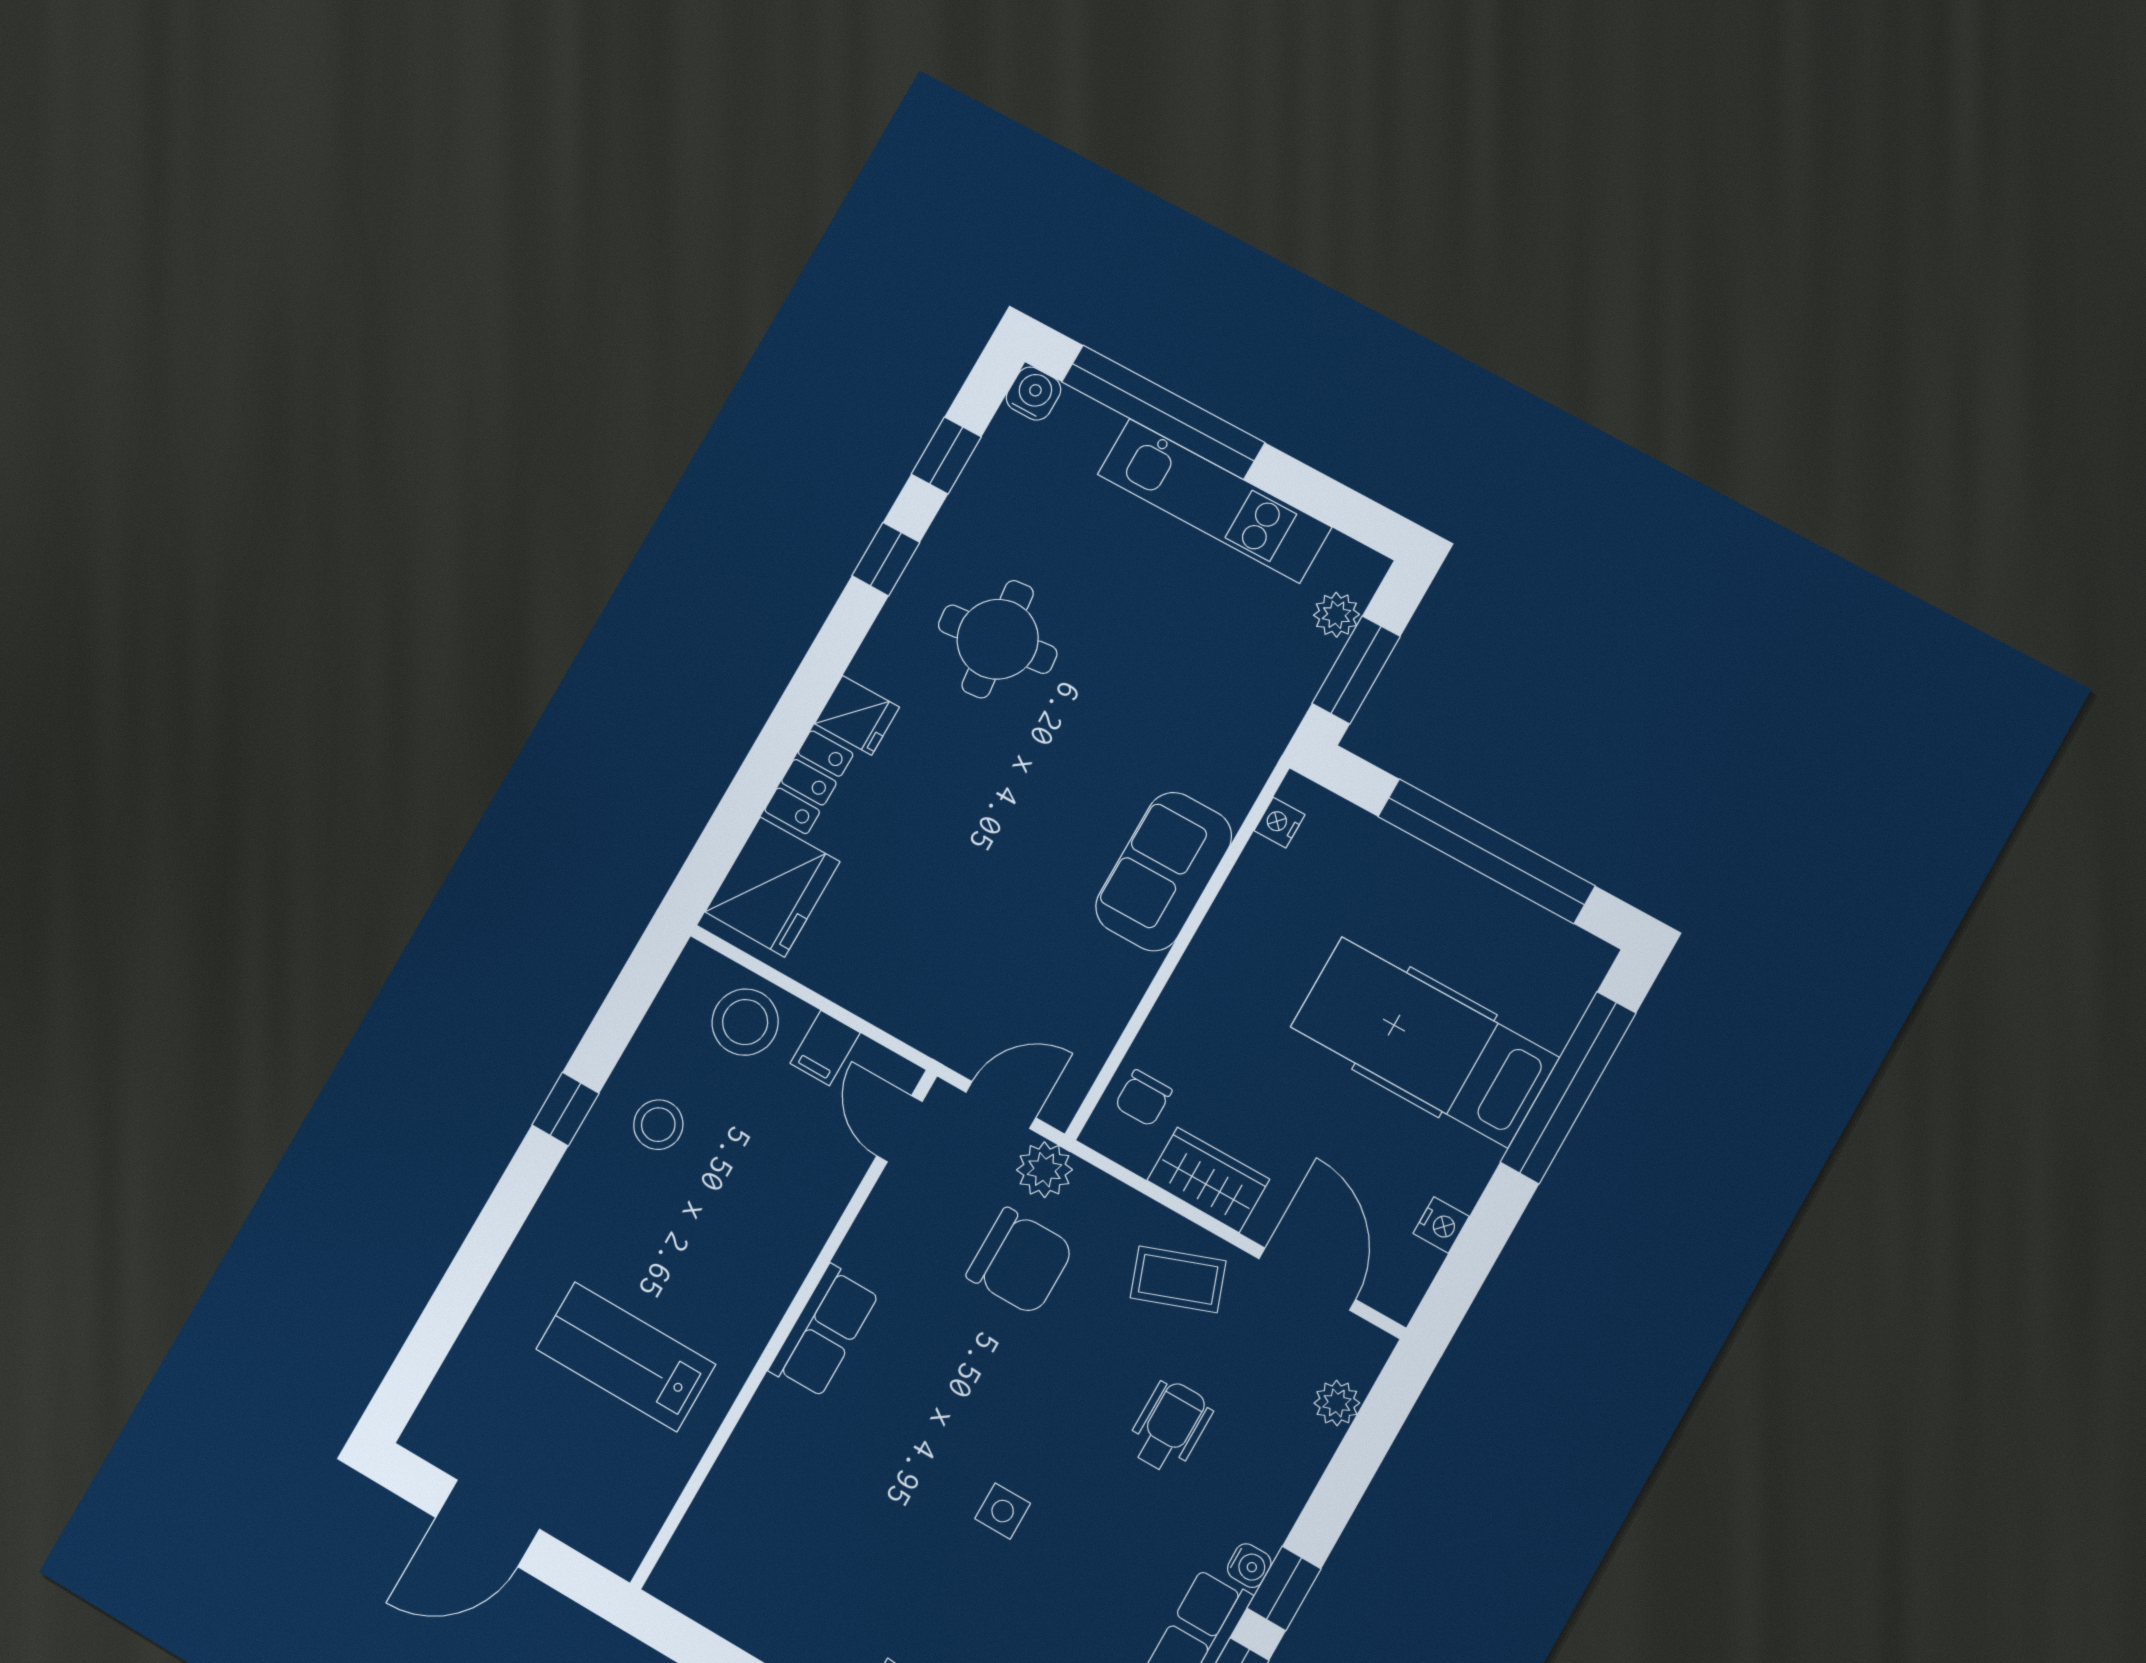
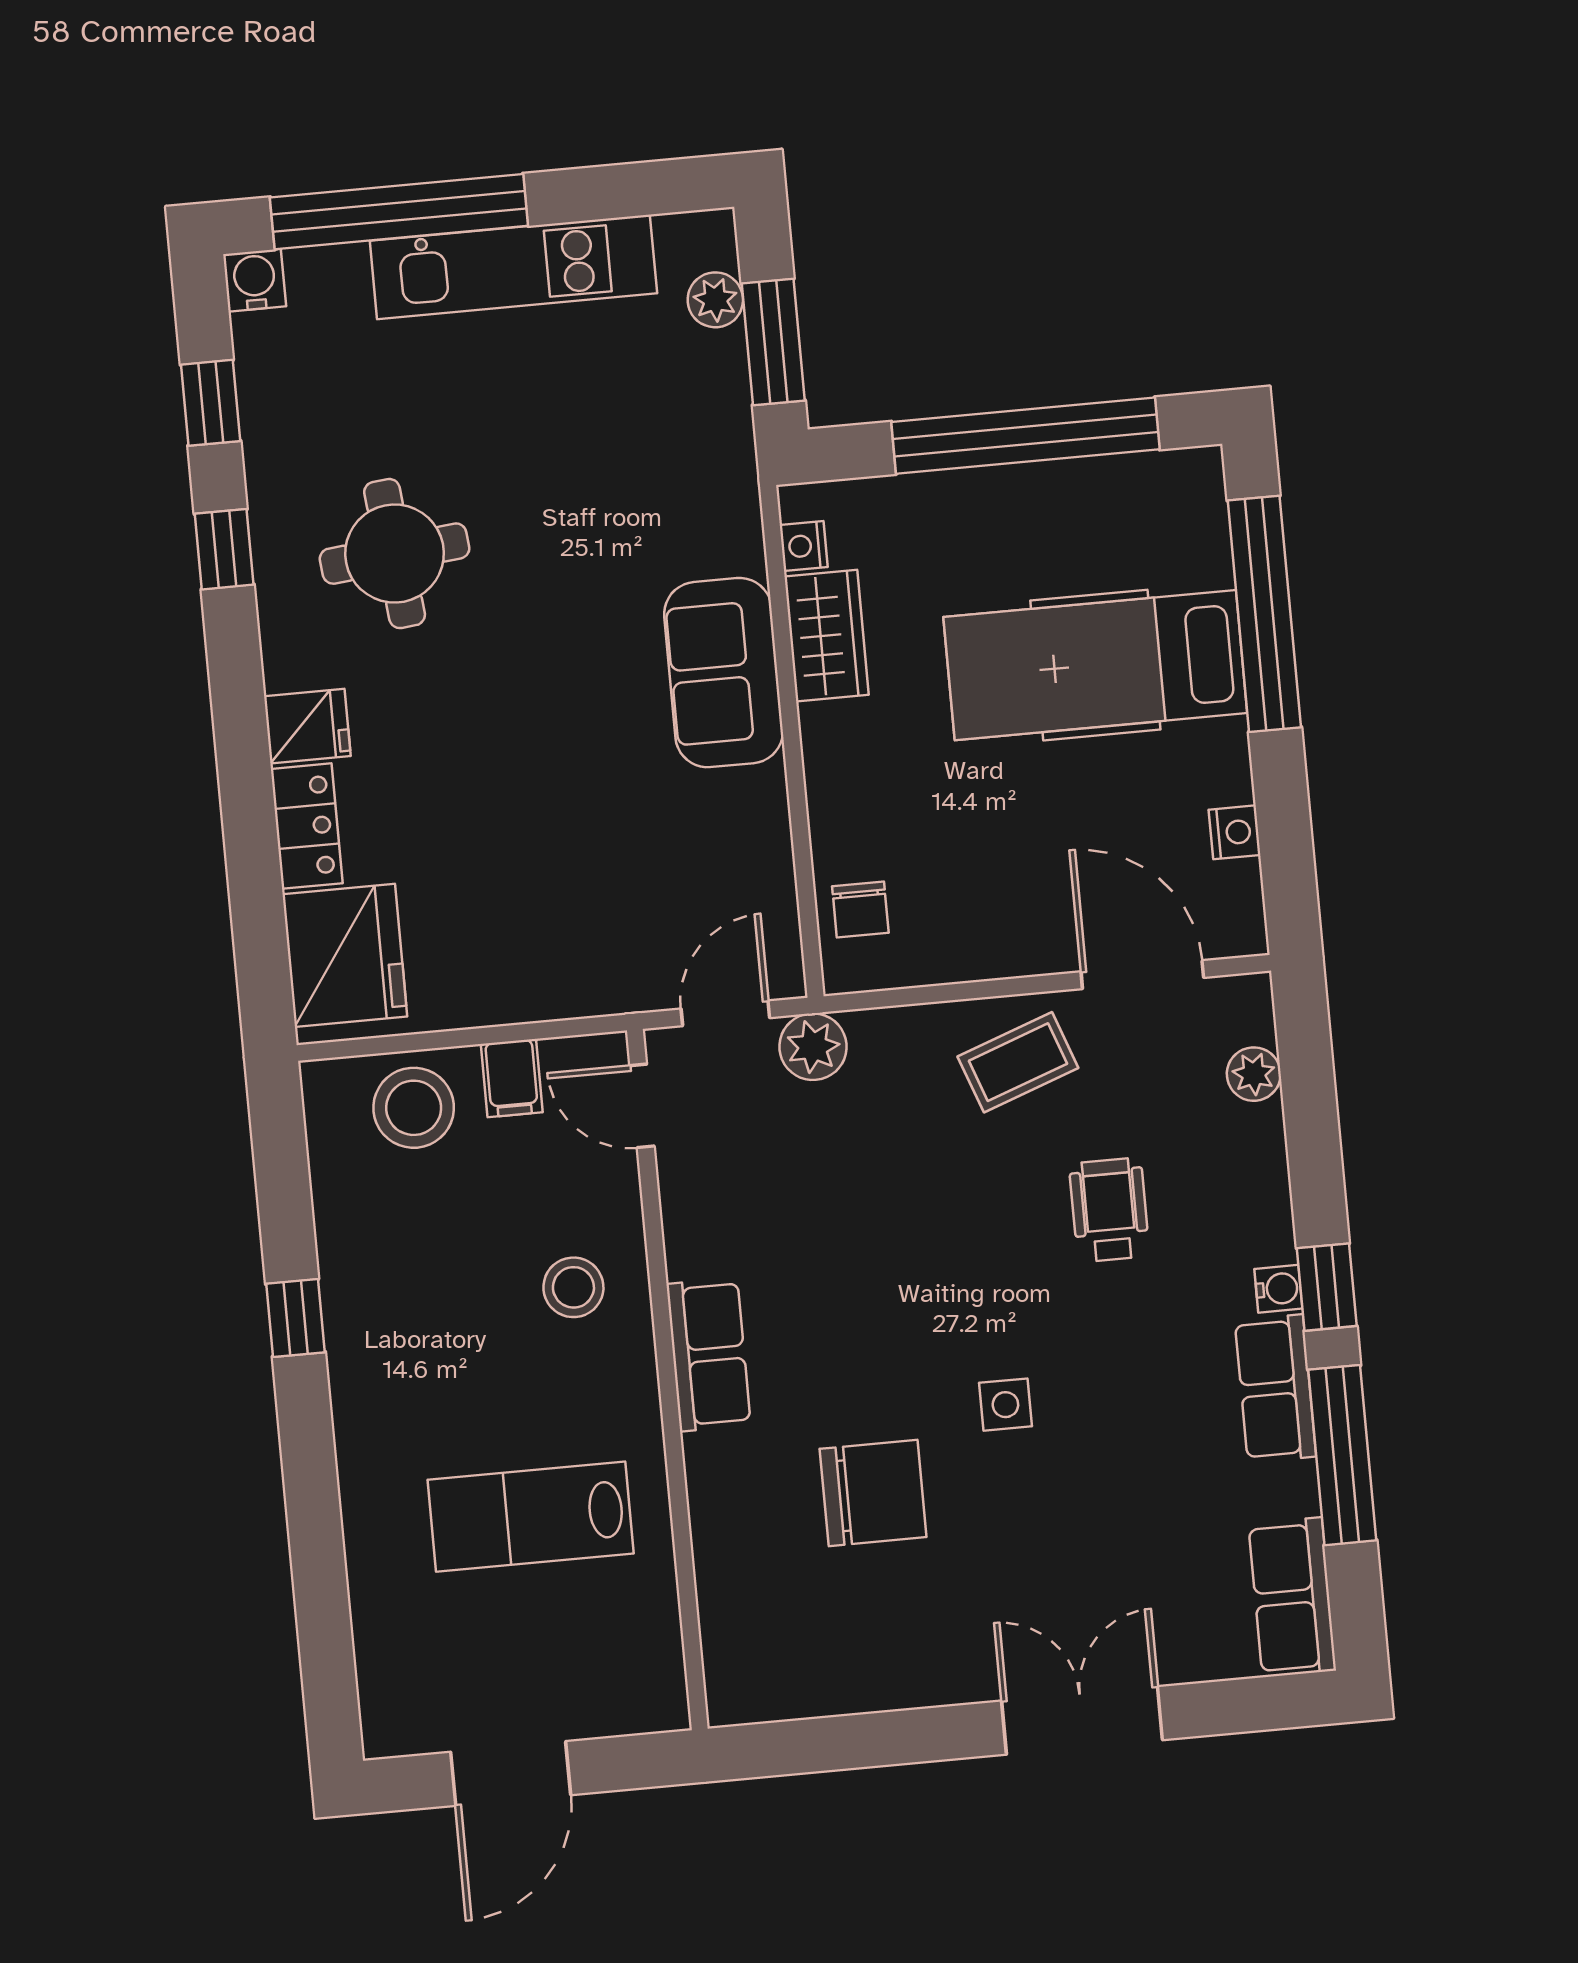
stool: (658, 1125) -> (573, 1287), moved
wardrobe: (1208, 1180) -> (827, 636), moved, turned 90
chair: (1020, 1261) -> (873, 1493), moved

